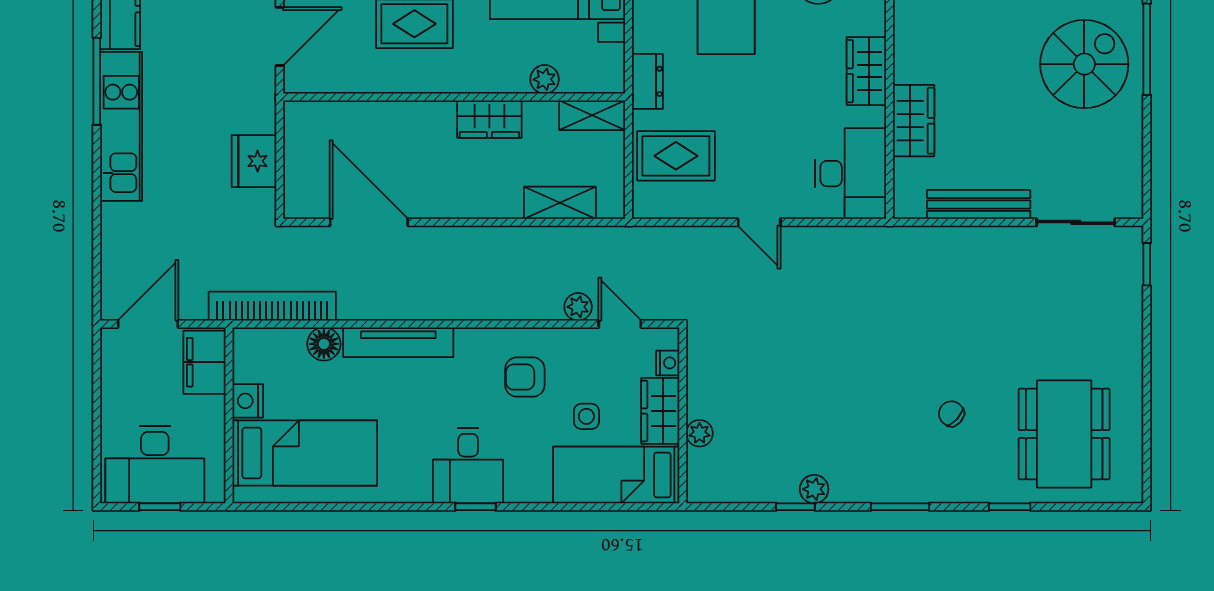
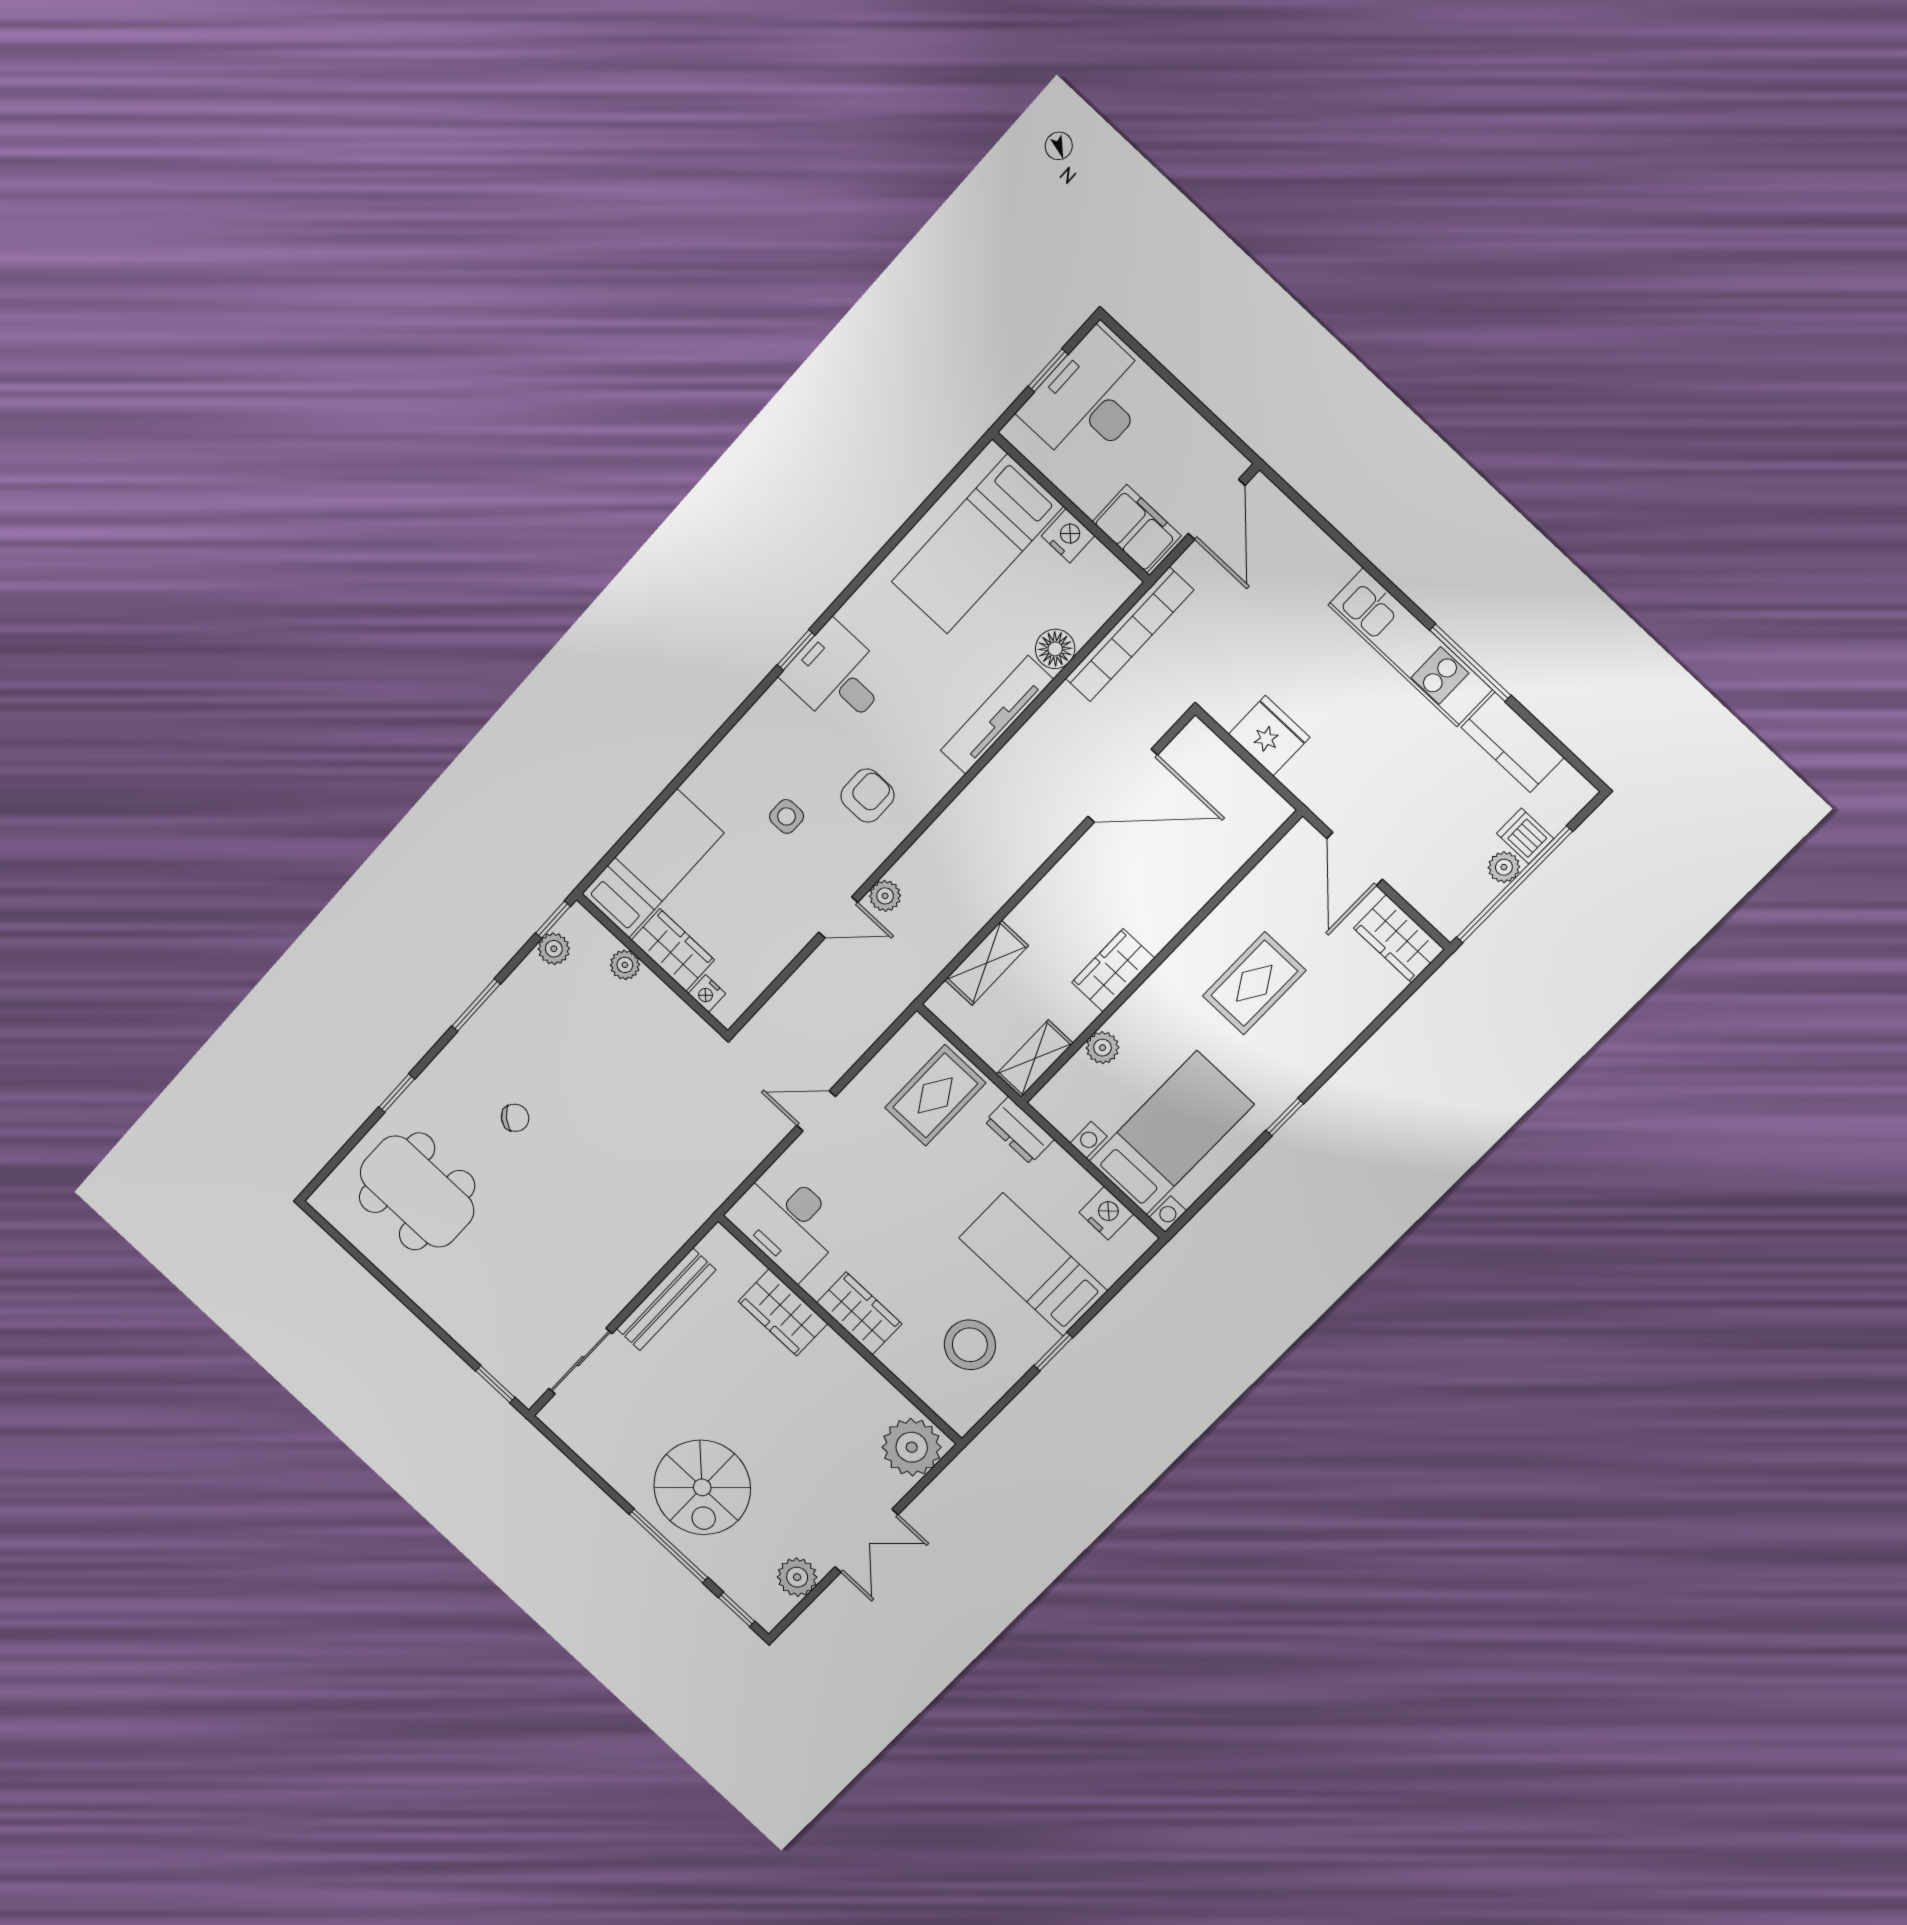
nightstand: (668, 363) -> (707, 994), moved
wardrobe: (660, 411) -> (673, 950), moved
wall: (683, 415) -> (652, 965), moved
plant: (700, 433) -> (625, 965), moved
bed: (616, 475) -> (653, 863), moved

